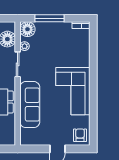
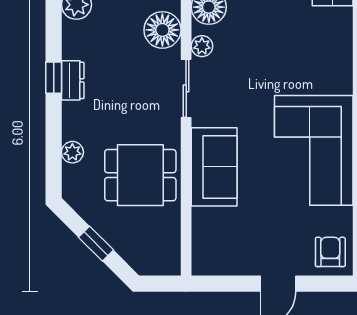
sofa: (30, 105) -> (214, 167), width x0.73

